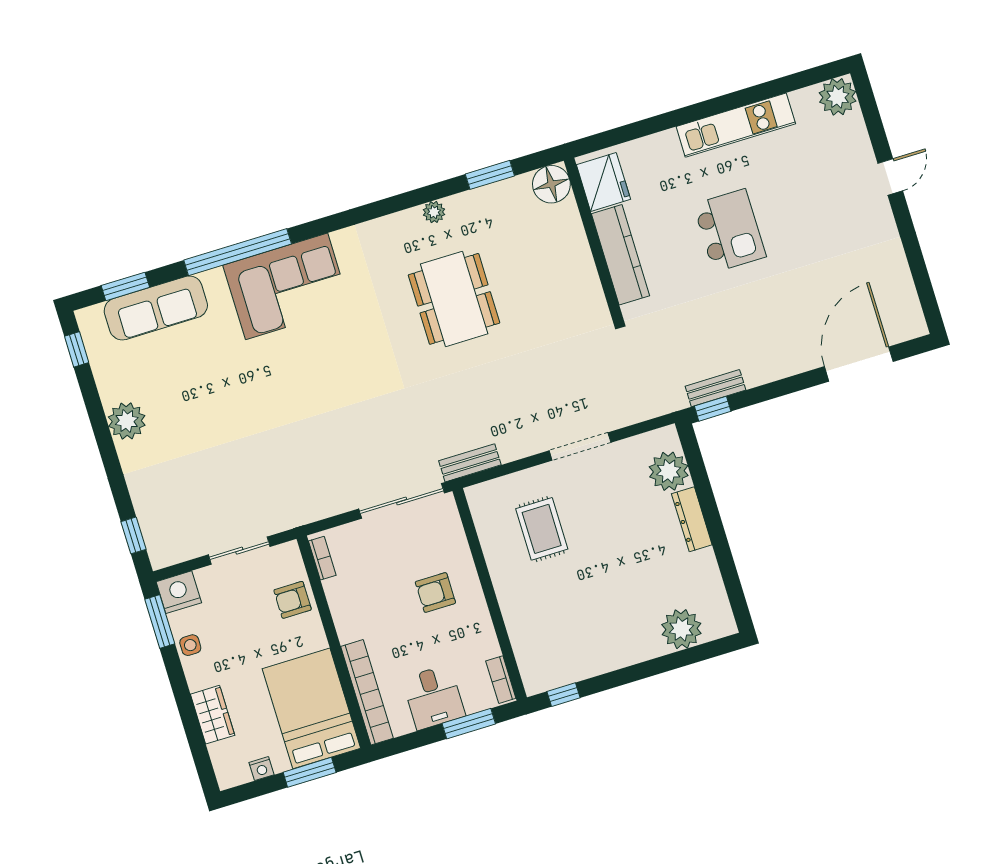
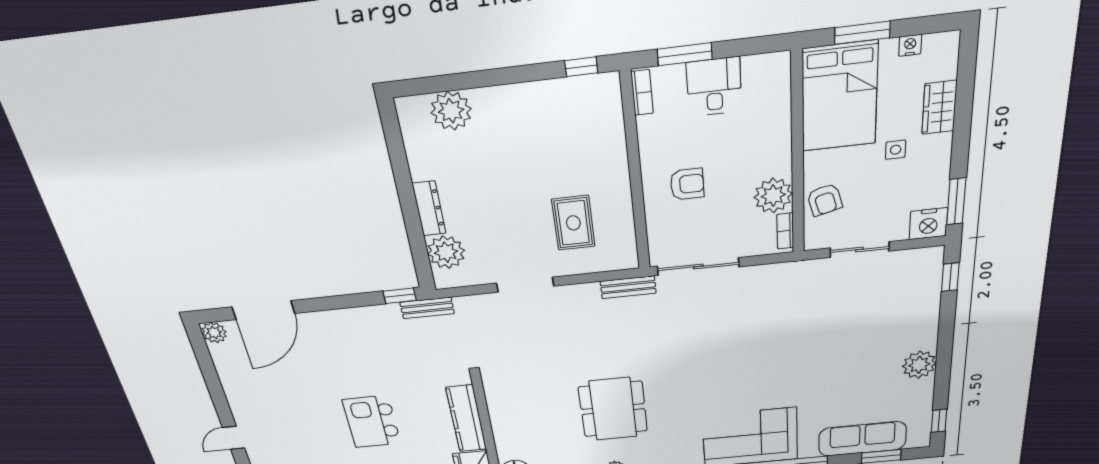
plant: (912, 325) -> (214, 333), added
bench: (715, 388) -> (427, 308), moved
plant: (346, 595) -> (773, 196), added
armchair: (293, 600) -> (825, 200), turned 75
side table: (190, 645) -> (896, 150), moved
bookcase: (367, 692) -> (779, 103), removed

